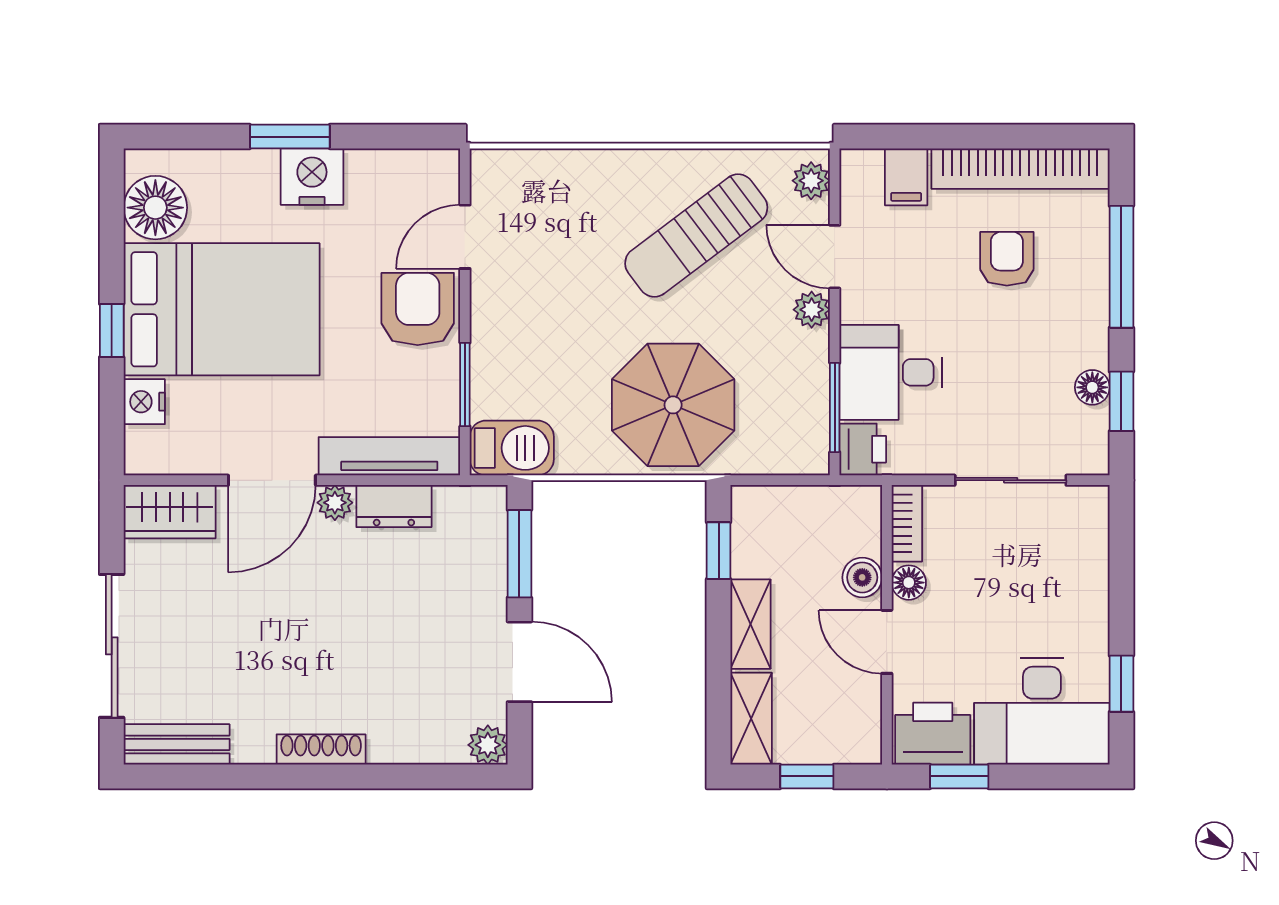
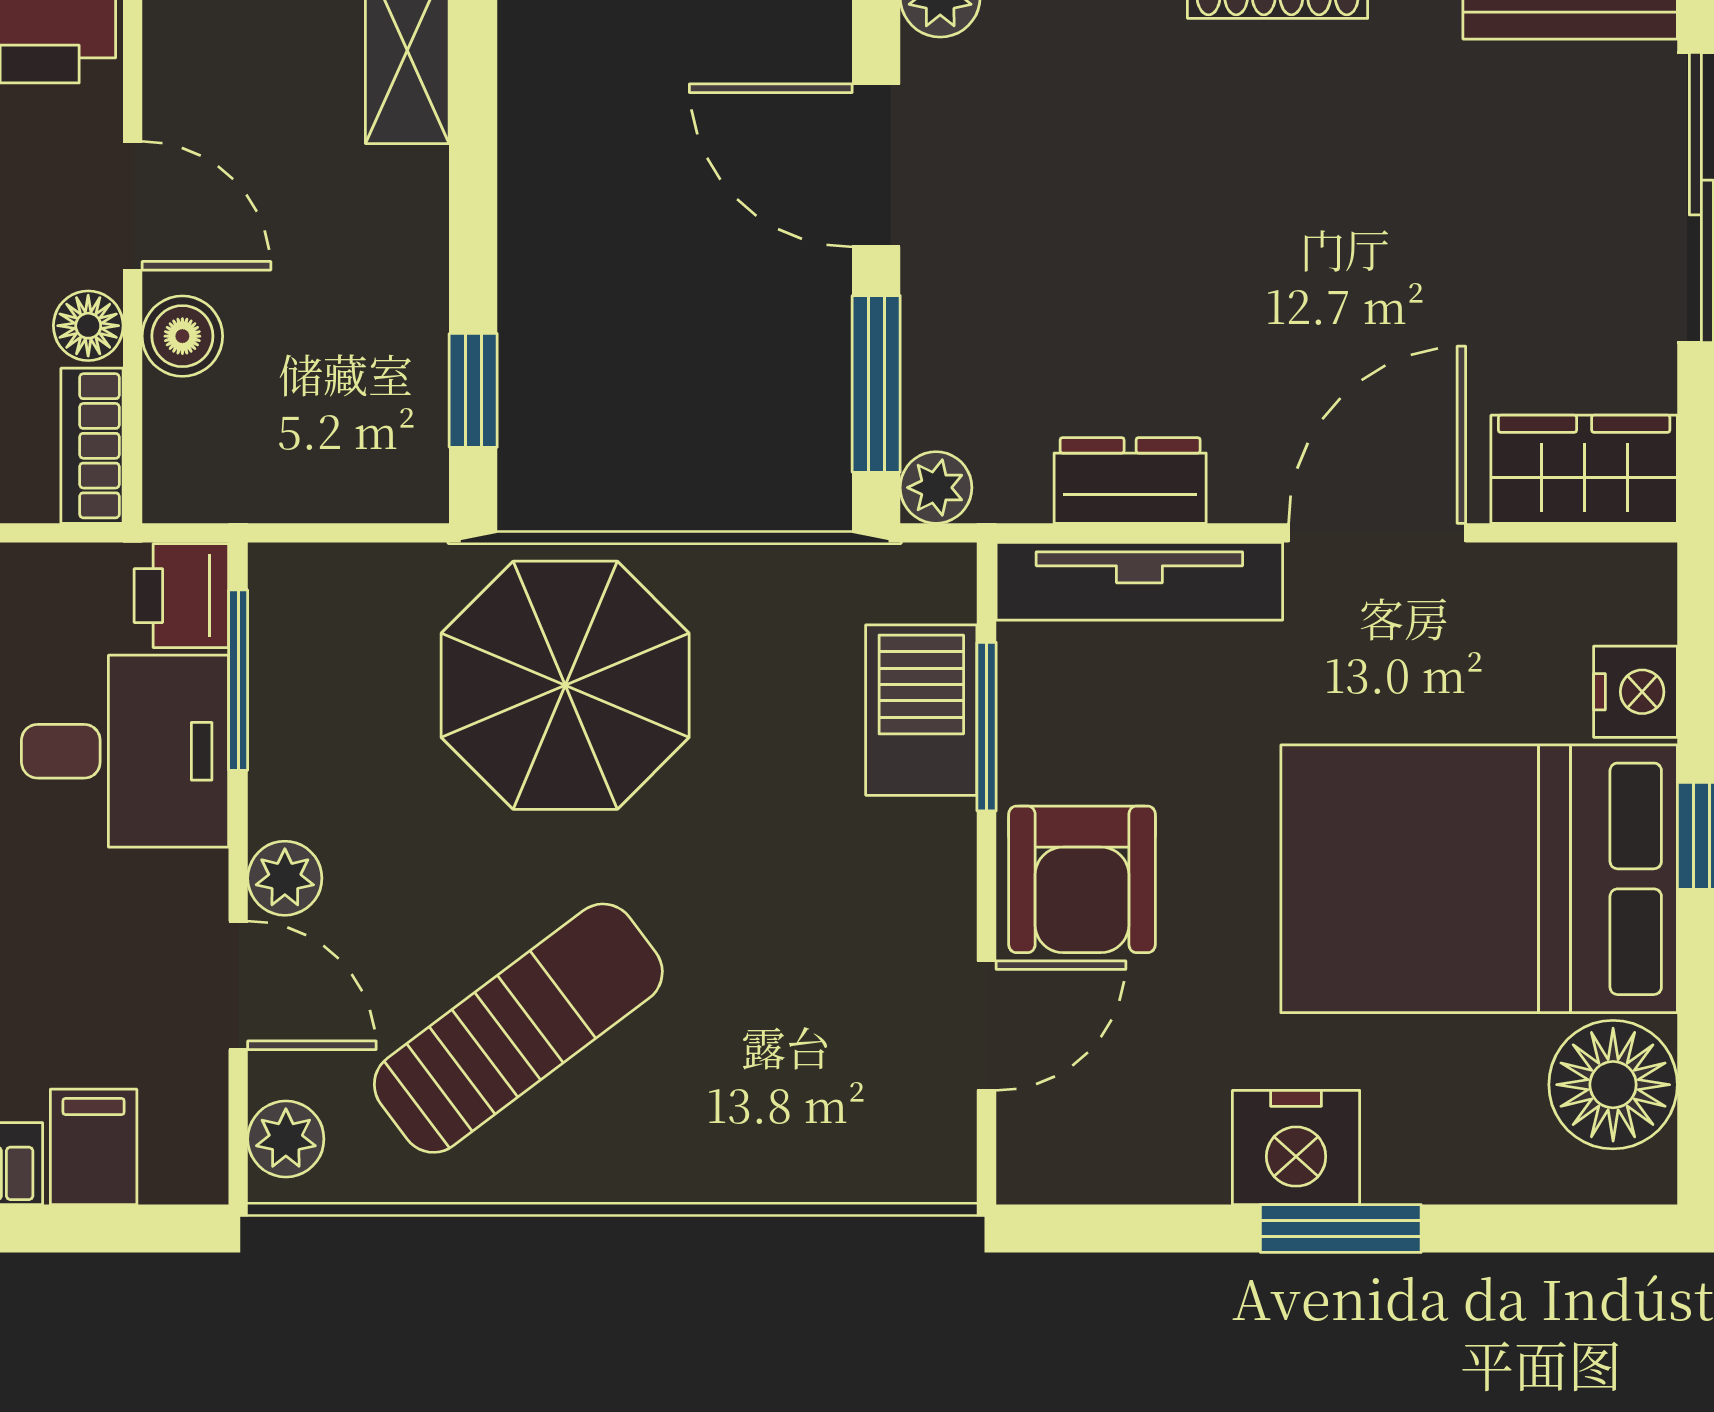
barbecue: (512, 448) -> (921, 710), moved, turned 90
plant: (335, 503) -> (936, 488), moved
shelving: (750, 624) -> (409, 242), removed

